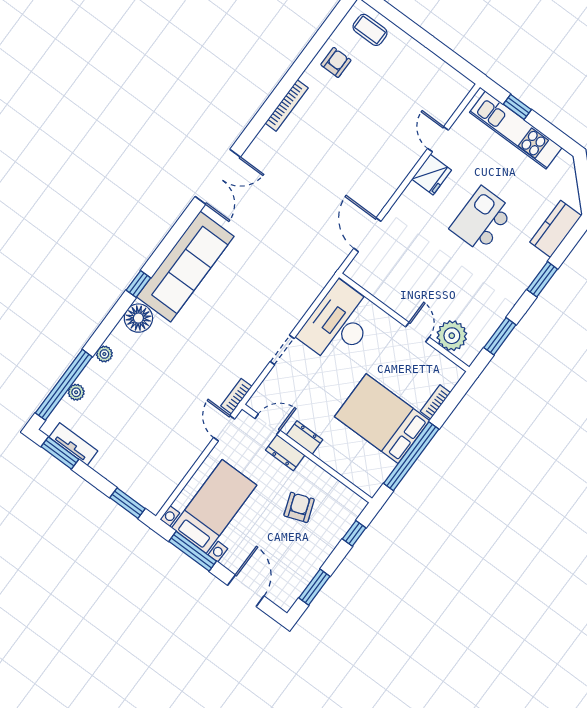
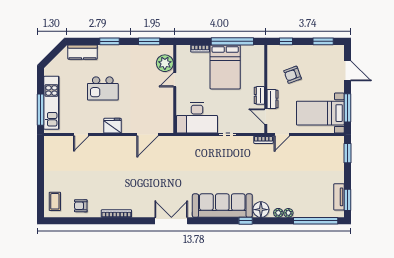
window: (517, 107) -> (41, 110), width x2.17
fridge: (432, 175) -> (113, 126), moved
plant: (76, 392) -> (278, 213), moved
door: (246, 591) -> (348, 71), swing flipped

